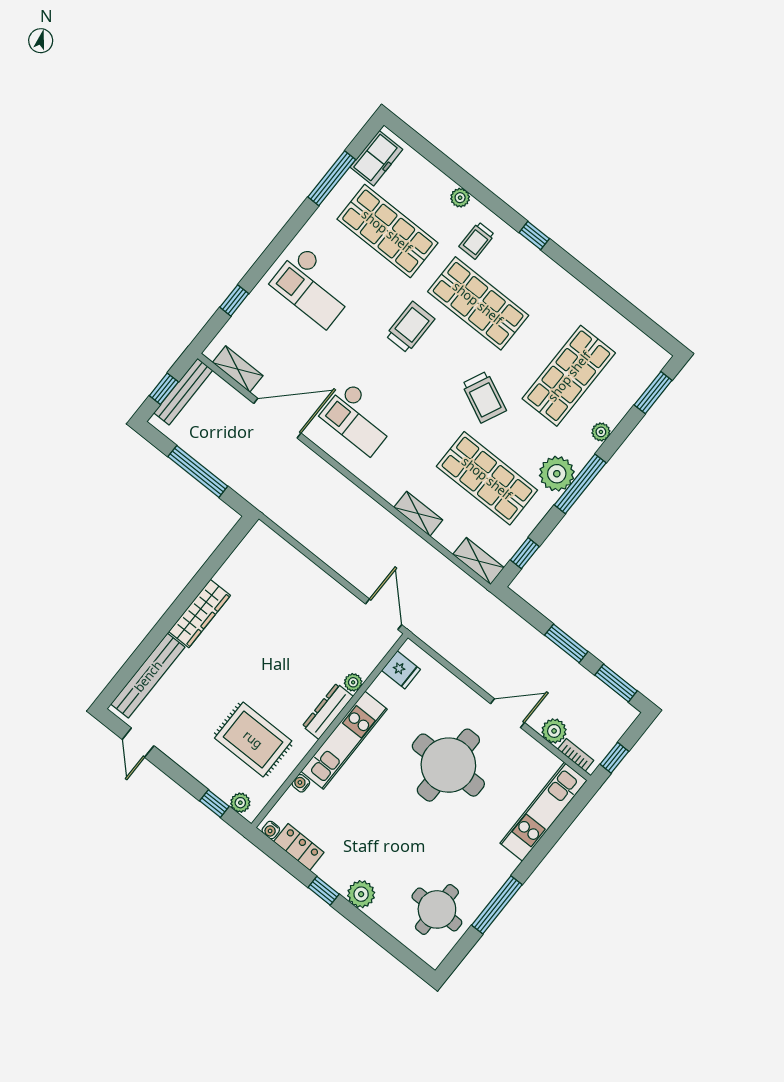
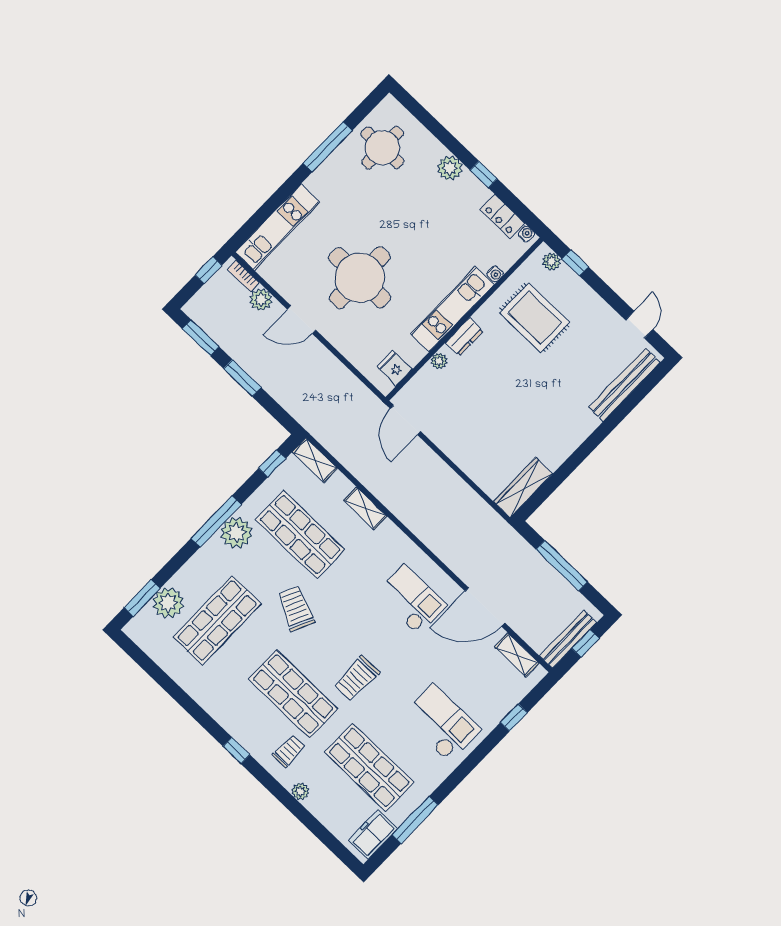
plant: (601, 432) -> (168, 603), moved, width x1.87, depth x1.87
wardrobe: (200, 614) -> (523, 488), moved
dresser: (328, 711) -> (465, 337), width x0.70

